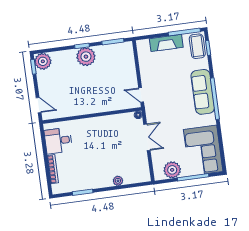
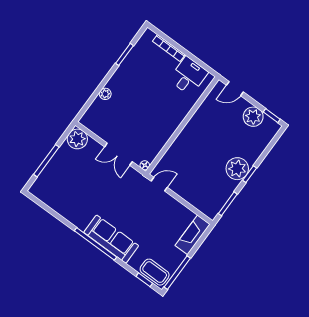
fireplace: (166, 43) -> (193, 235), moved
plant: (43, 61) -> (253, 117), moved
corner sofa: (203, 150) -> (61, 191), removed
plant: (172, 170) -> (77, 139), moved

